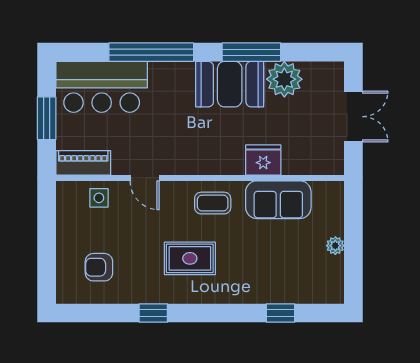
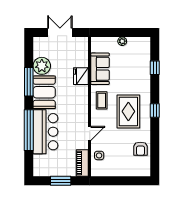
bar counter: (102, 87) -> (45, 132), moved
rug: (190, 258) -> (128, 111), width x1.36, depth x1.43
armchair: (99, 267) -> (140, 149), moved
window: (153, 313) -> (155, 110), moved

